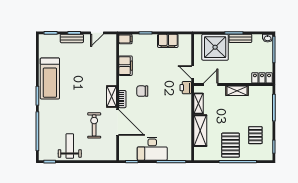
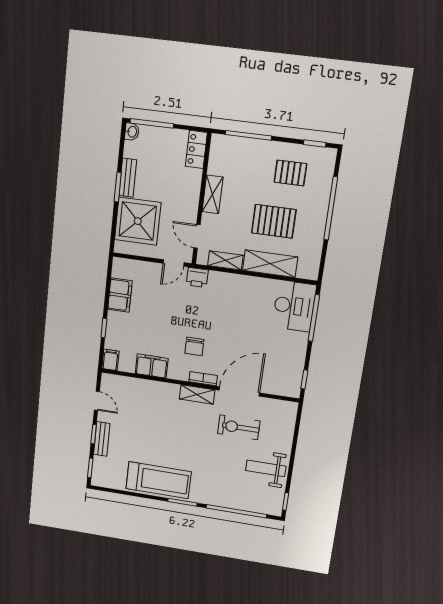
pallet: (231, 145) -> (274, 221), moved
desk: (152, 149) -> (294, 306), moved

